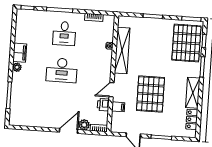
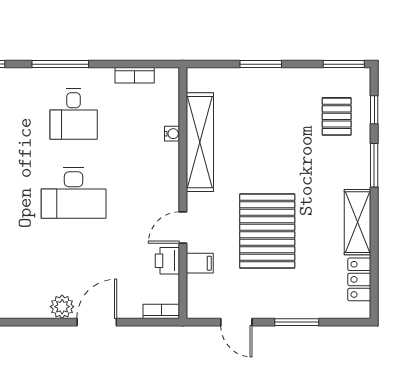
pallet: (186, 43) -> (337, 116), width x0.49, depth x0.50
plant: (84, 125) -> (62, 307), moved

